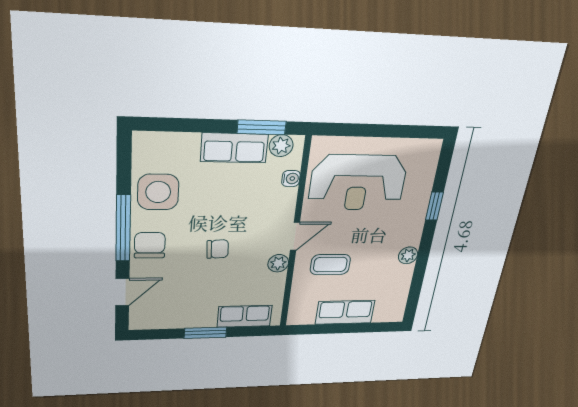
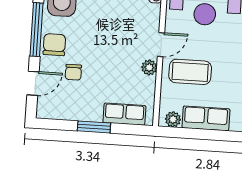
chair: (218, 249) -> (73, 72), moved, turned 93
coffee table: (330, 265) -> (190, 72), width x1.36, depth x1.30
plant: (305, 317) -> (173, 119), added

